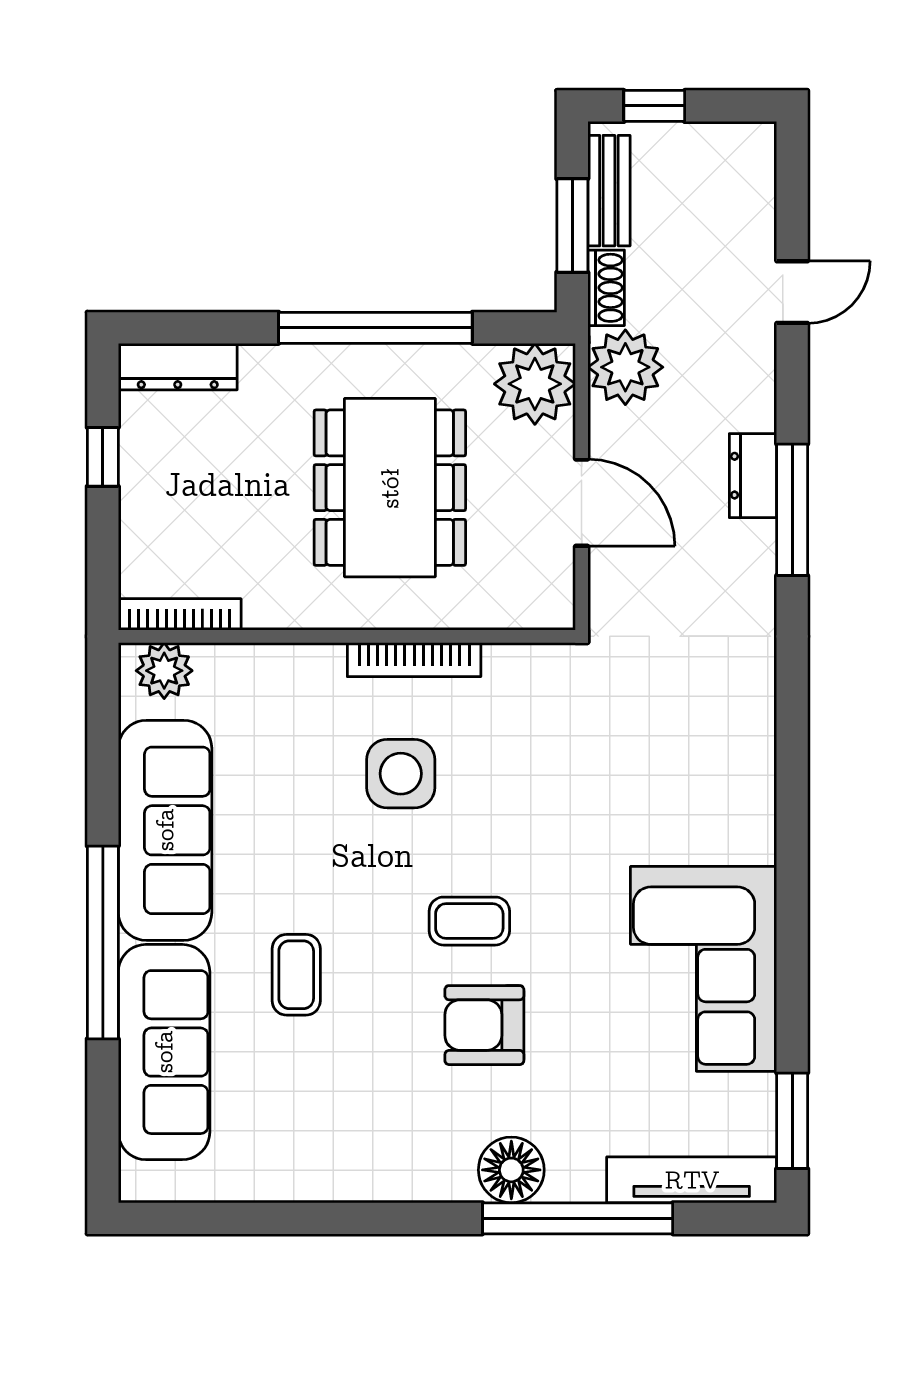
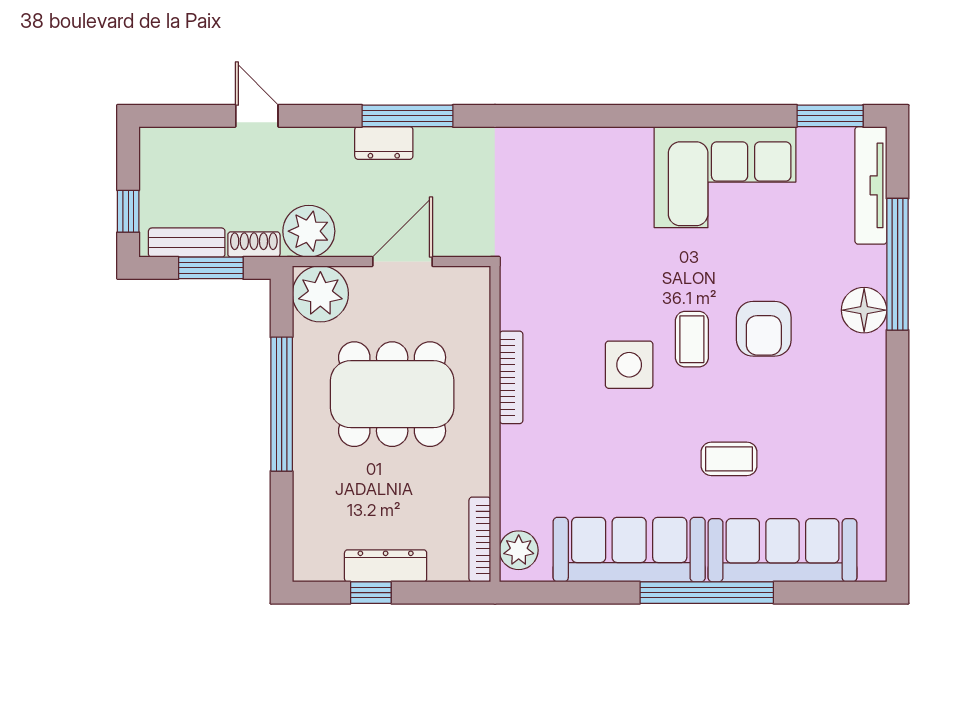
dresser: (178, 367) -> (386, 566), moved, turned -90
side table: (401, 774) -> (629, 365), moved

